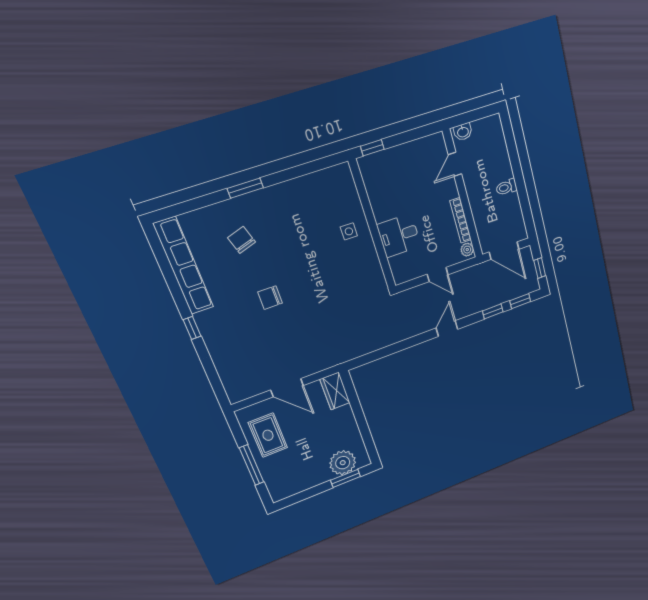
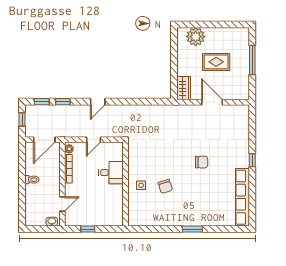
window: (372, 148) -> (88, 229), moved
chair: (241, 240) -> (165, 186), moved
door: (504, 251) -> (44, 140), swing flipped
door: (438, 274) -> (93, 140), swing flipped
rug: (268, 435) -> (216, 62), moved, turned 90
window: (346, 478) -> (198, 25), removed

